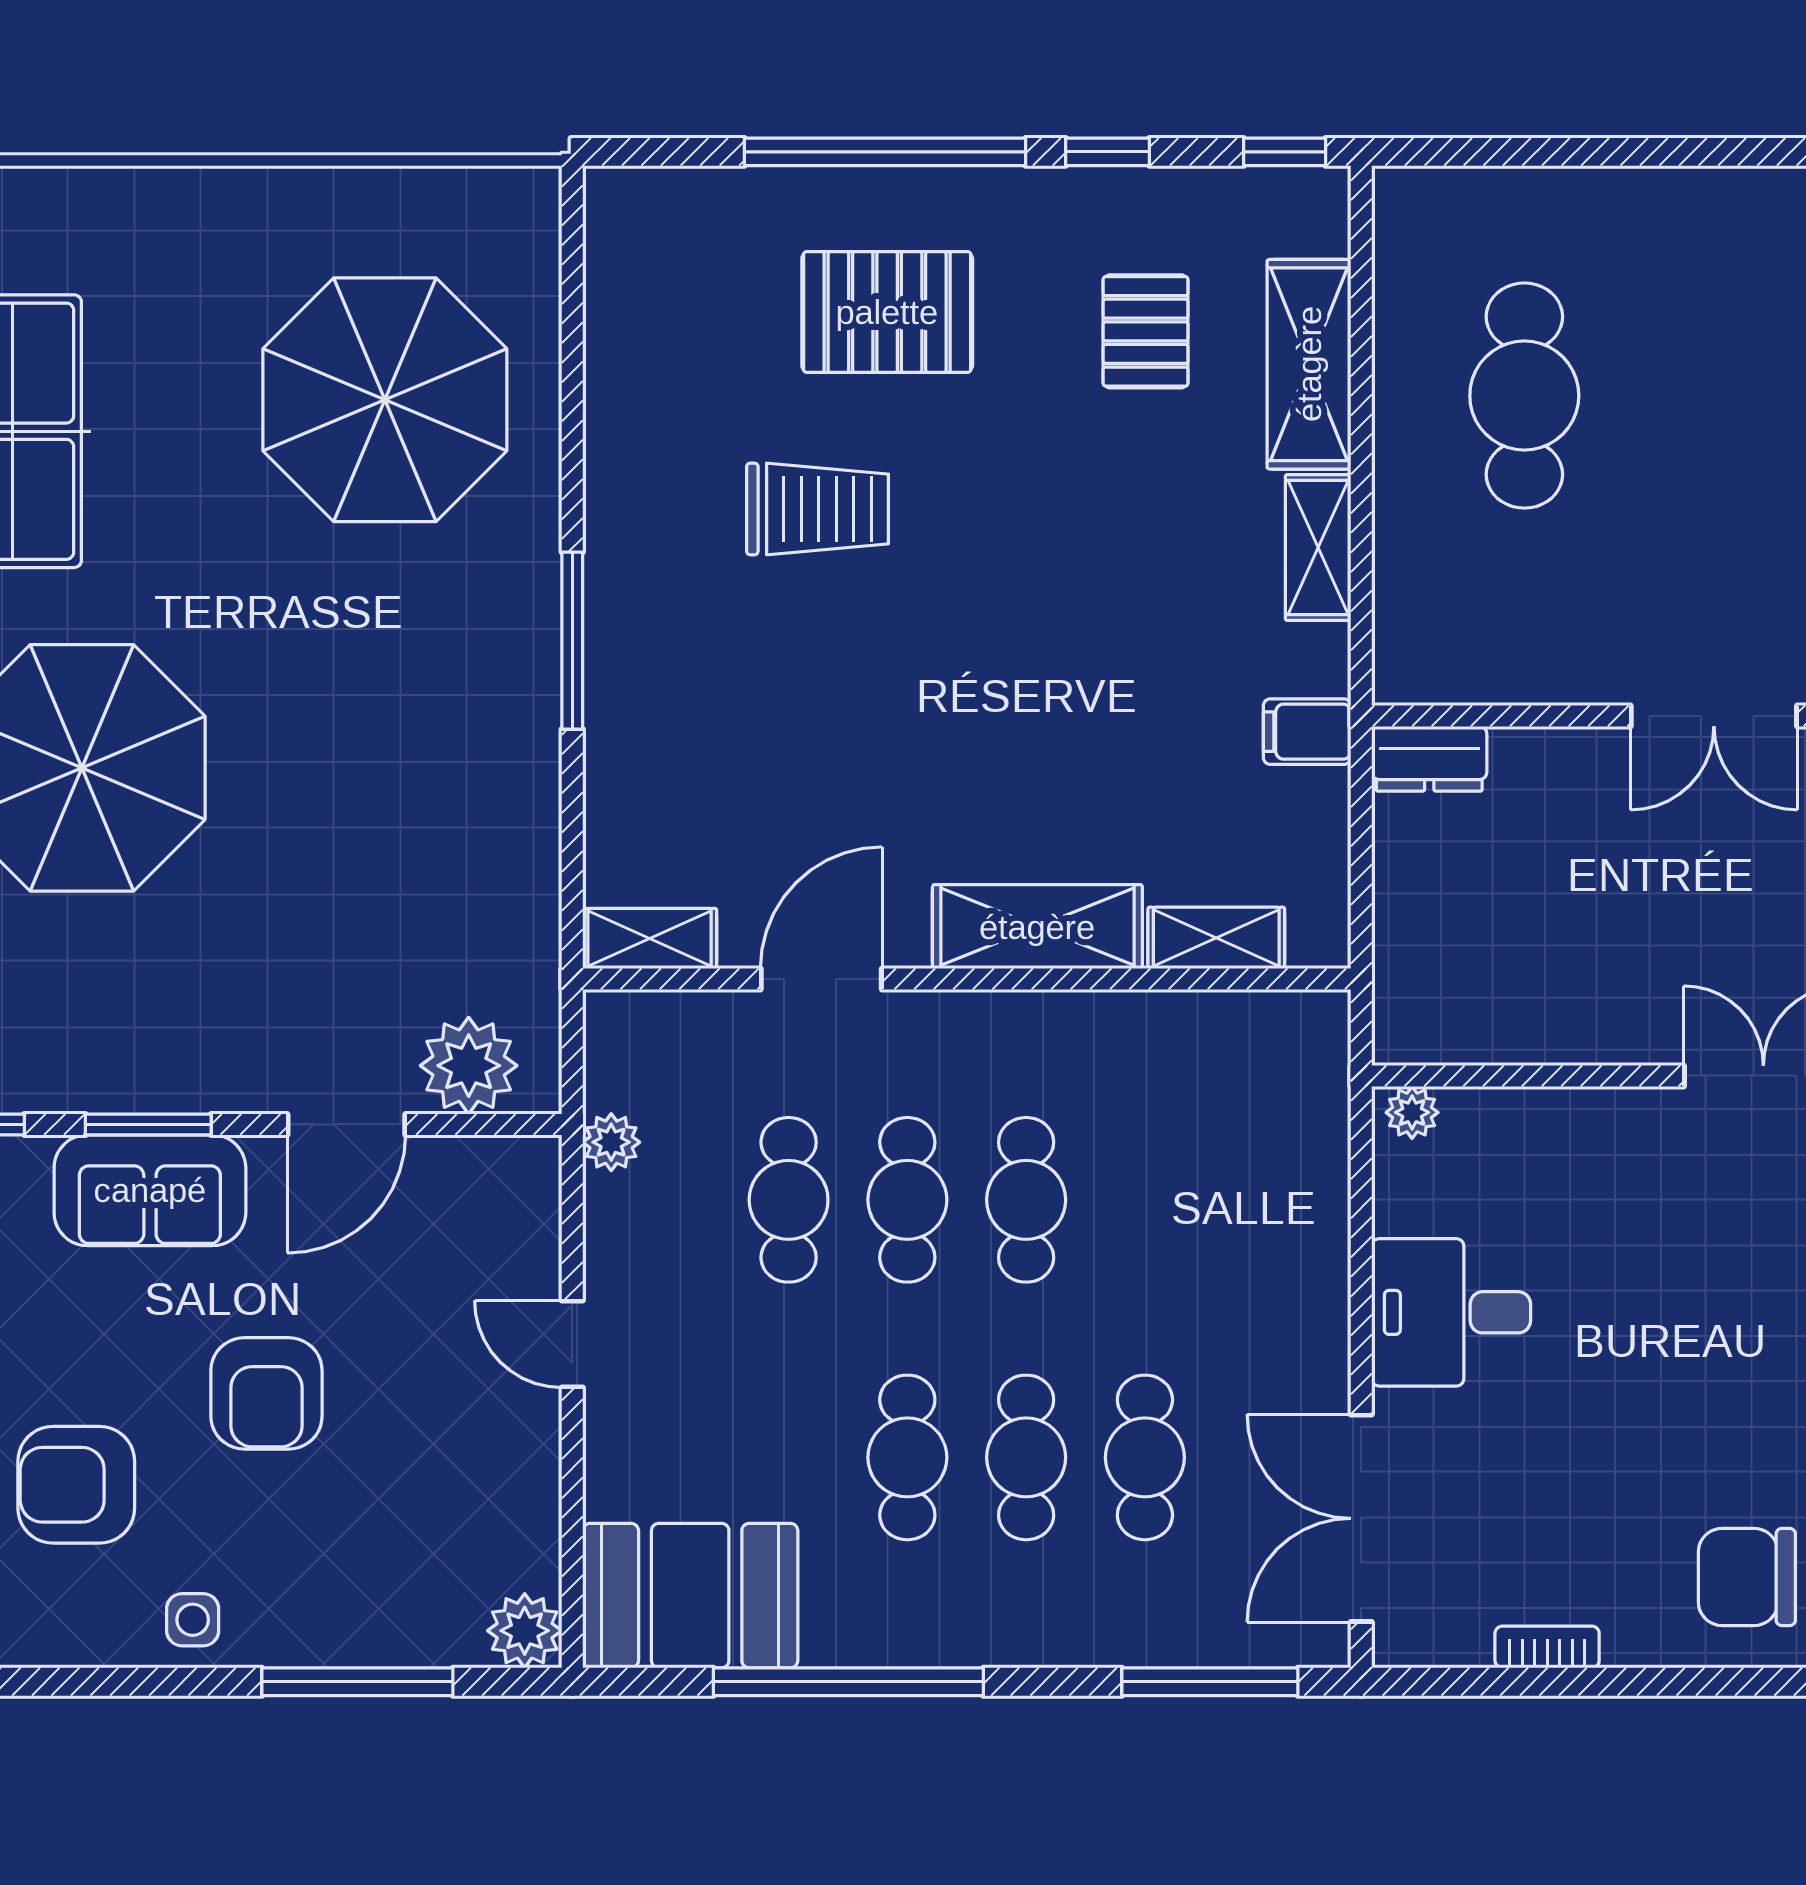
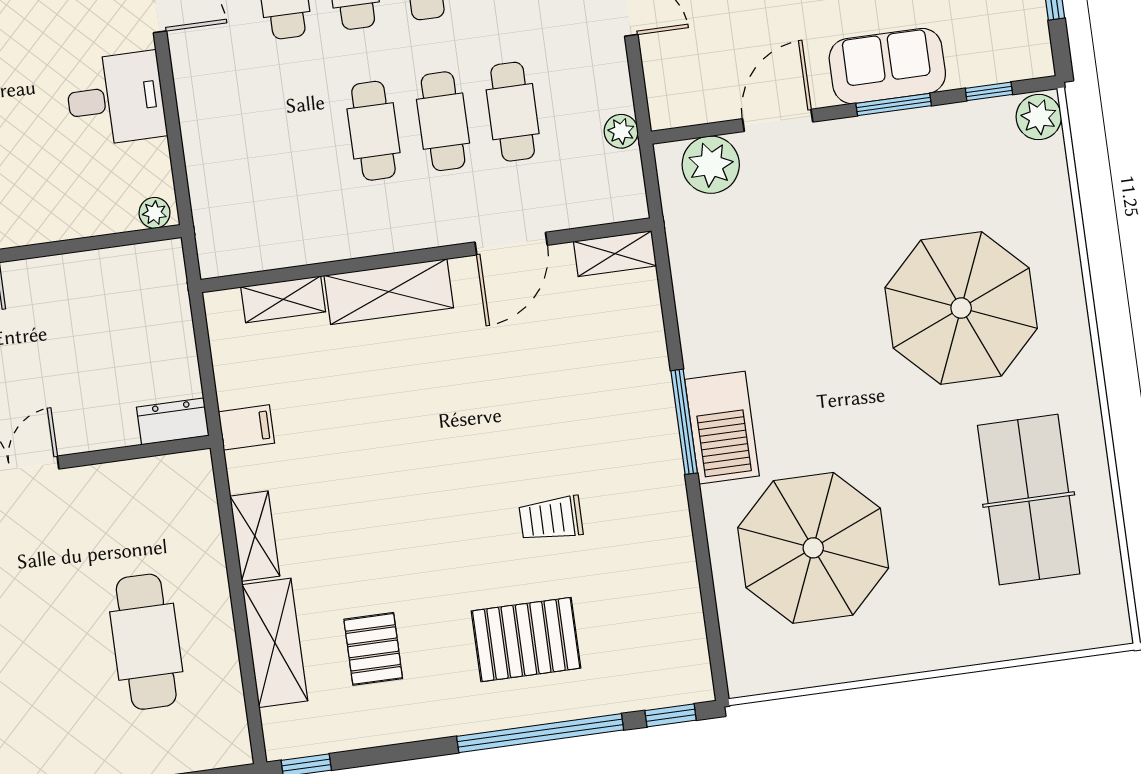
window: (1108, 152) -> (671, 715), moved
trolley: (818, 509) -> (551, 519), width x0.73, depth x0.72
barbecue: (510, 622) -> (722, 428), added

